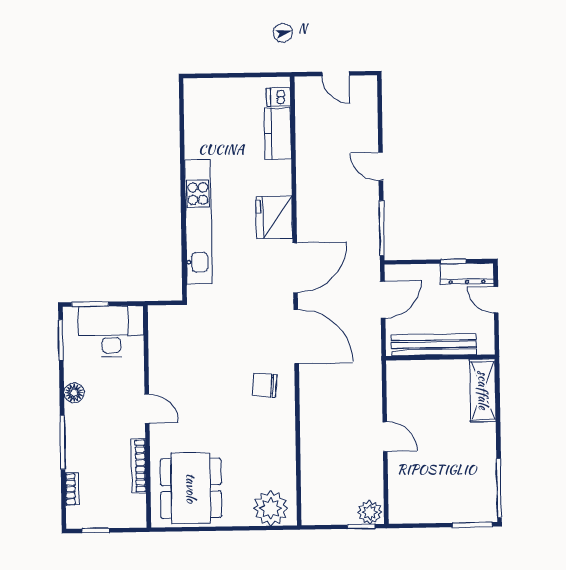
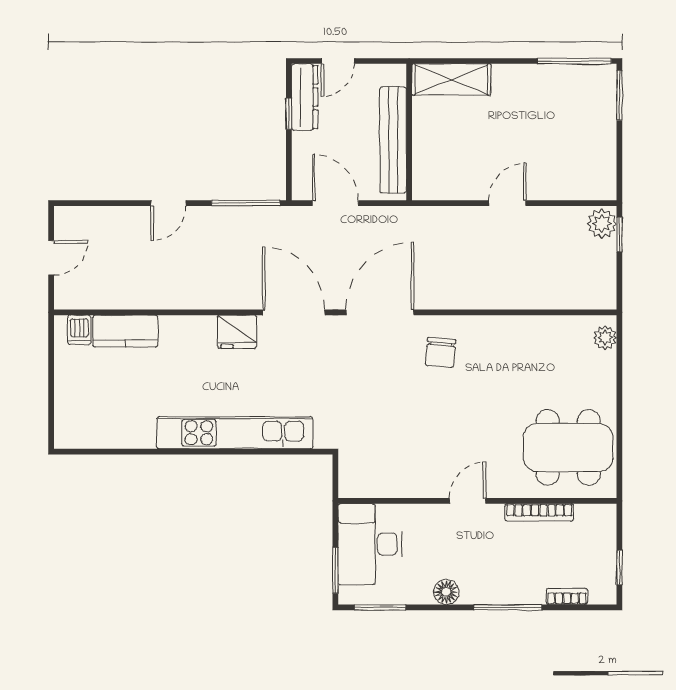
fridge: (274, 217) -> (237, 332), width x0.73, depth x0.75
plant: (271, 508) -> (605, 338), width x0.53, depth x0.53

